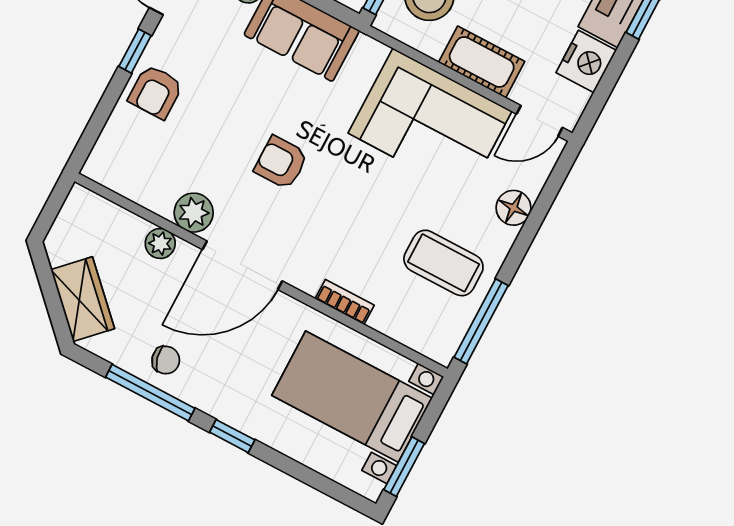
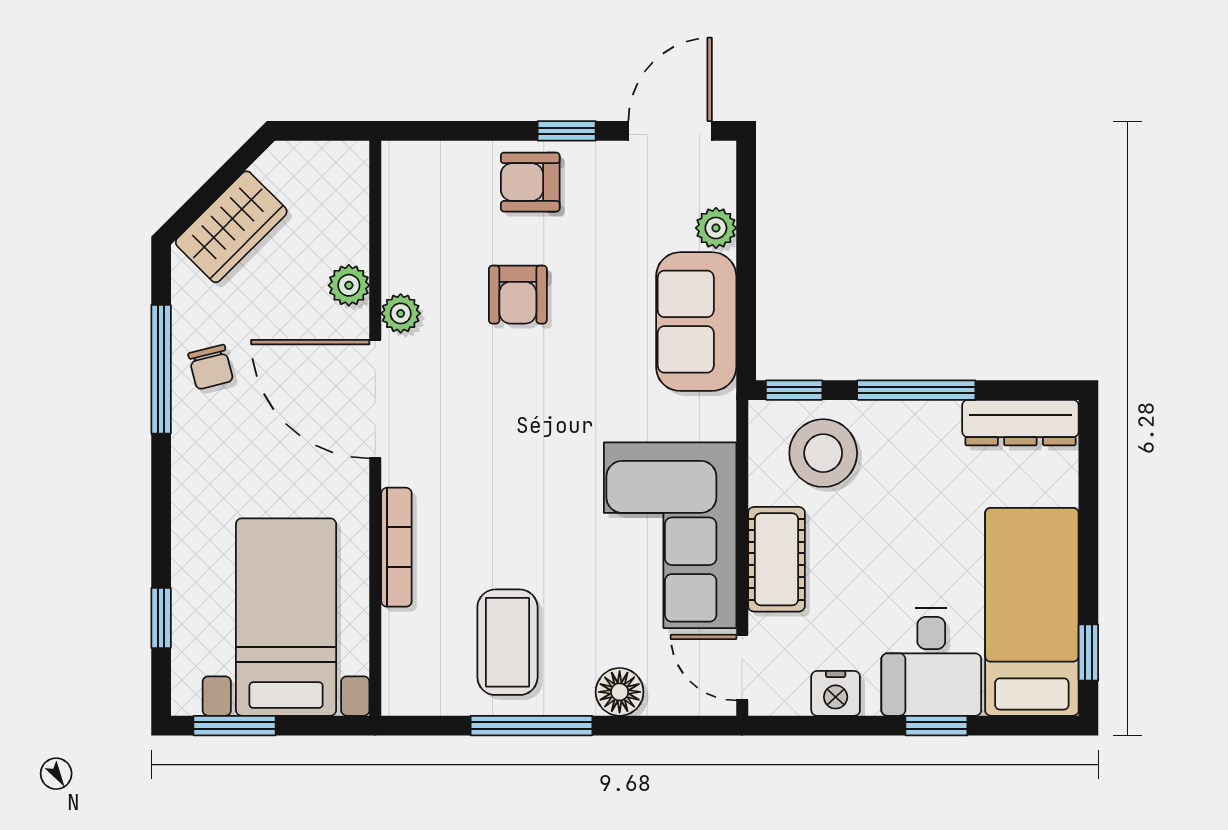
nightstand: (586, 61) -> (836, 693), width x0.74, depth x0.75
armchair: (281, 163) -> (518, 295), moved, turned 180
plant: (194, 213) -> (401, 313), width x0.73, depth x0.73
bookcase: (345, 302) -> (396, 547), width x1.56
window: (481, 321) -> (531, 726), moved
window: (232, 436) -> (161, 618), moved

